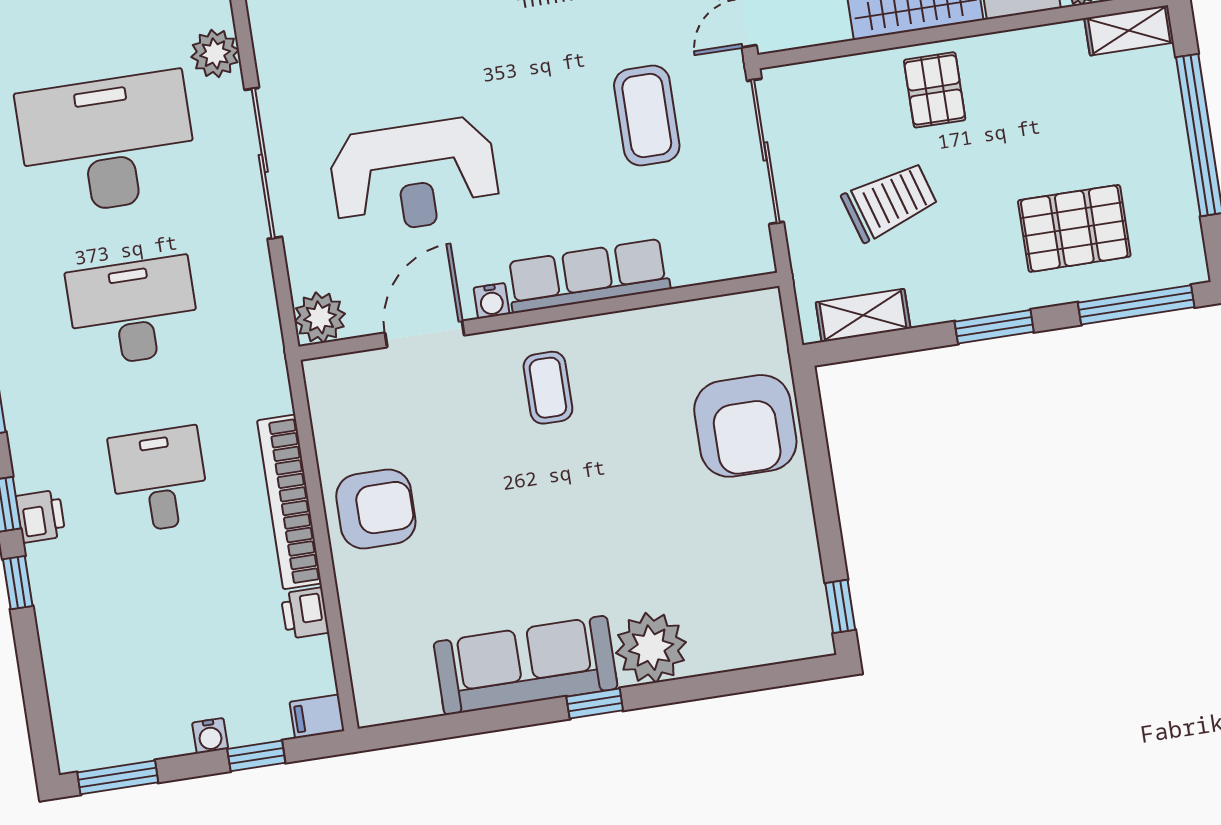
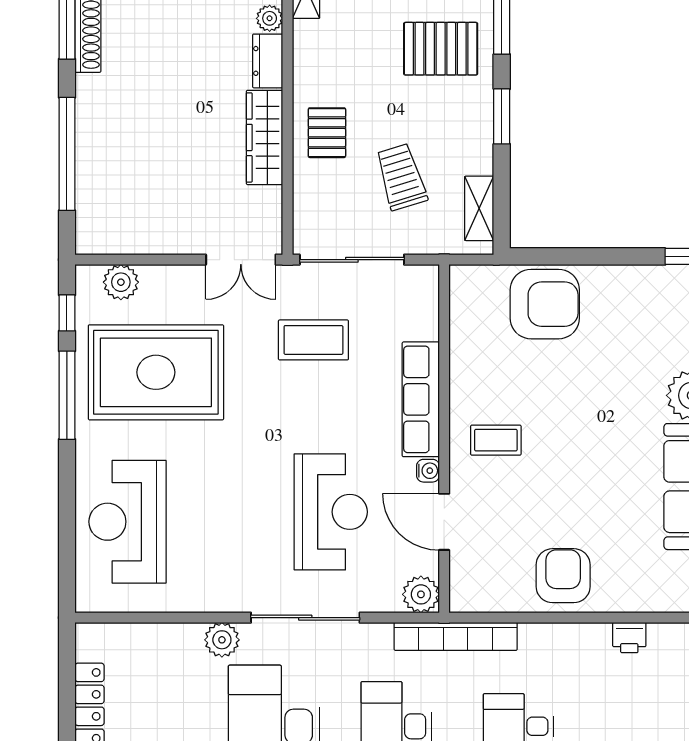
pallet: (935, 90) -> (327, 133), turned 90
pallet: (1074, 228) -> (441, 49), turned 90
bookcase: (289, 502) -> (456, 636), moved

